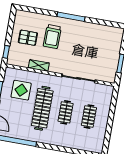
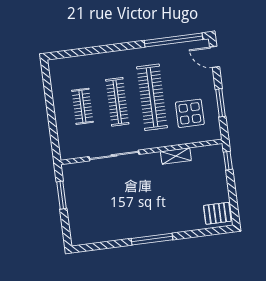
trolley: (52, 37) -> (170, 203), removed
pallet: (28, 38) -> (217, 213), moved
clothes rail: (66, 112) -> (117, 102), width x1.36

